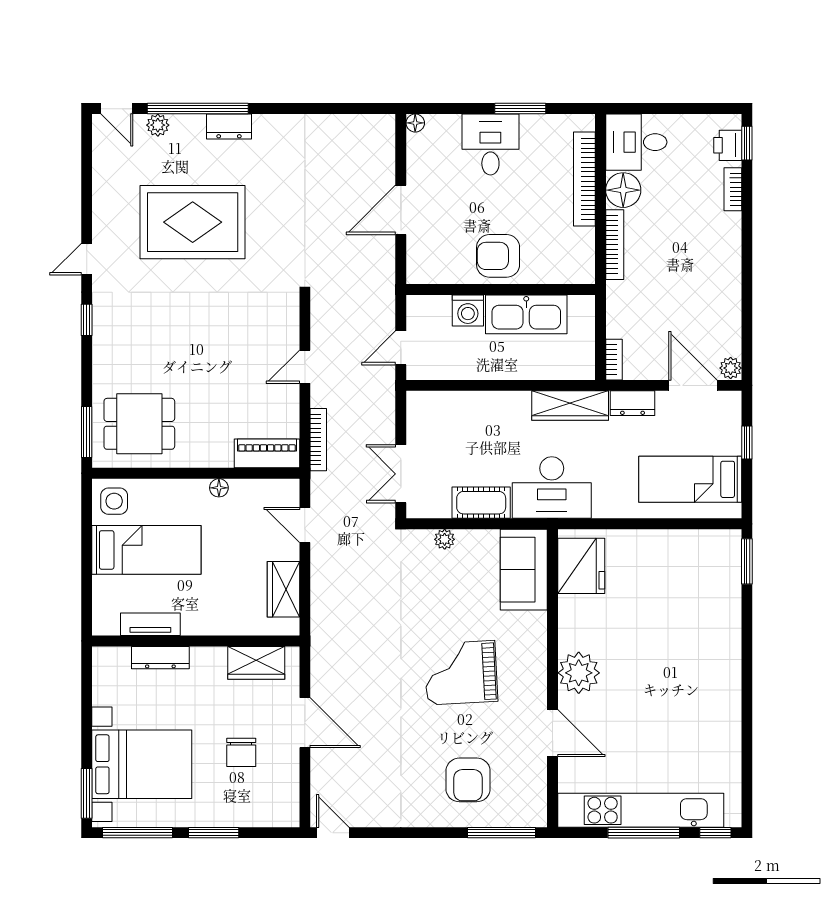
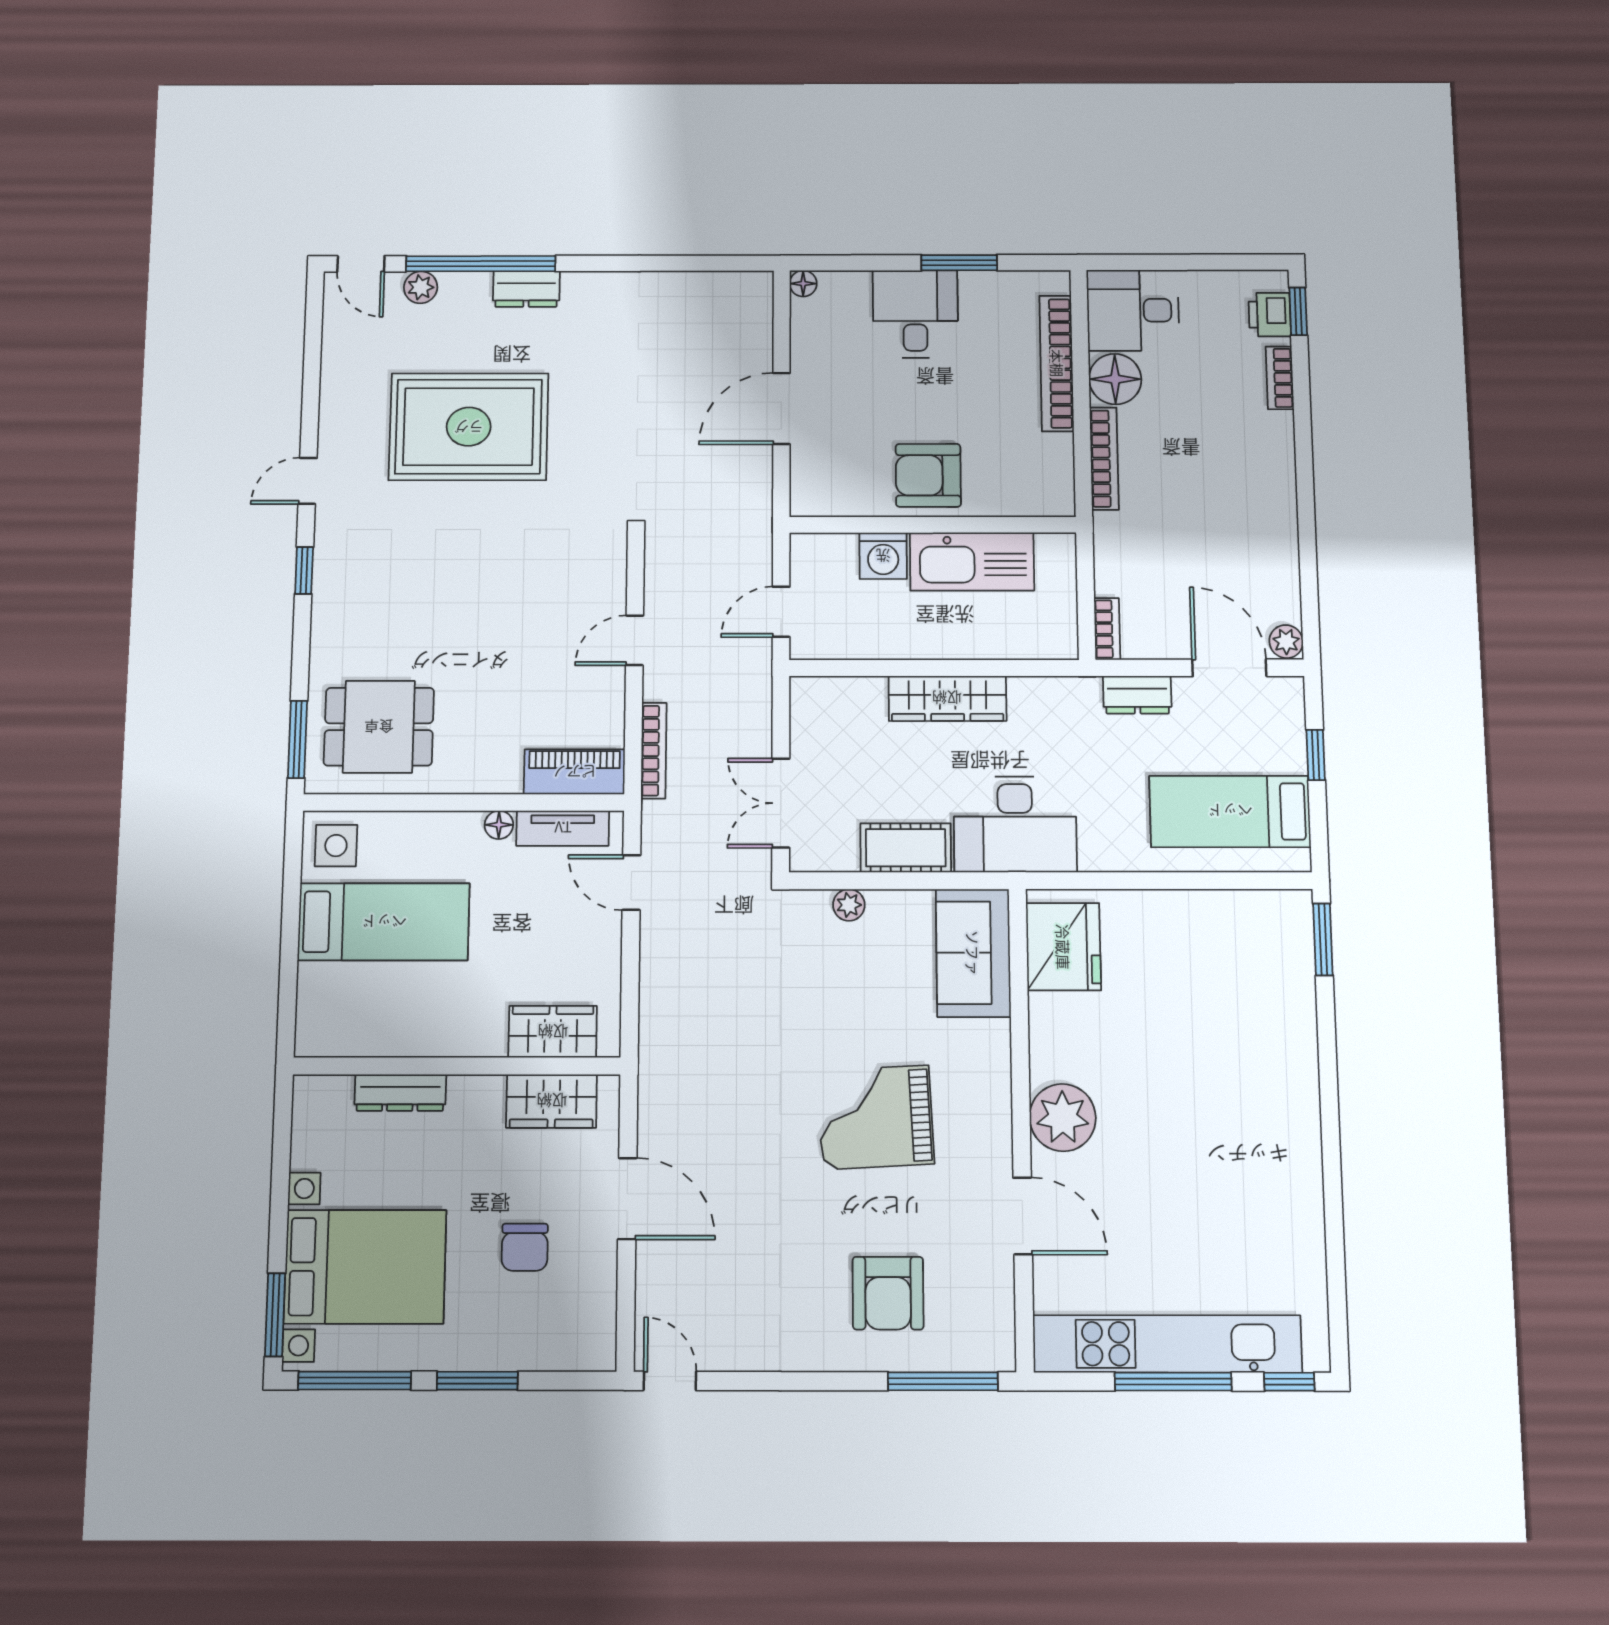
wardrobe: (570, 405) -> (947, 698), moved
wardrobe: (283, 589) -> (553, 1032), moved, turned 90
tv unit: (150, 624) -> (563, 828), moved, turned 180

